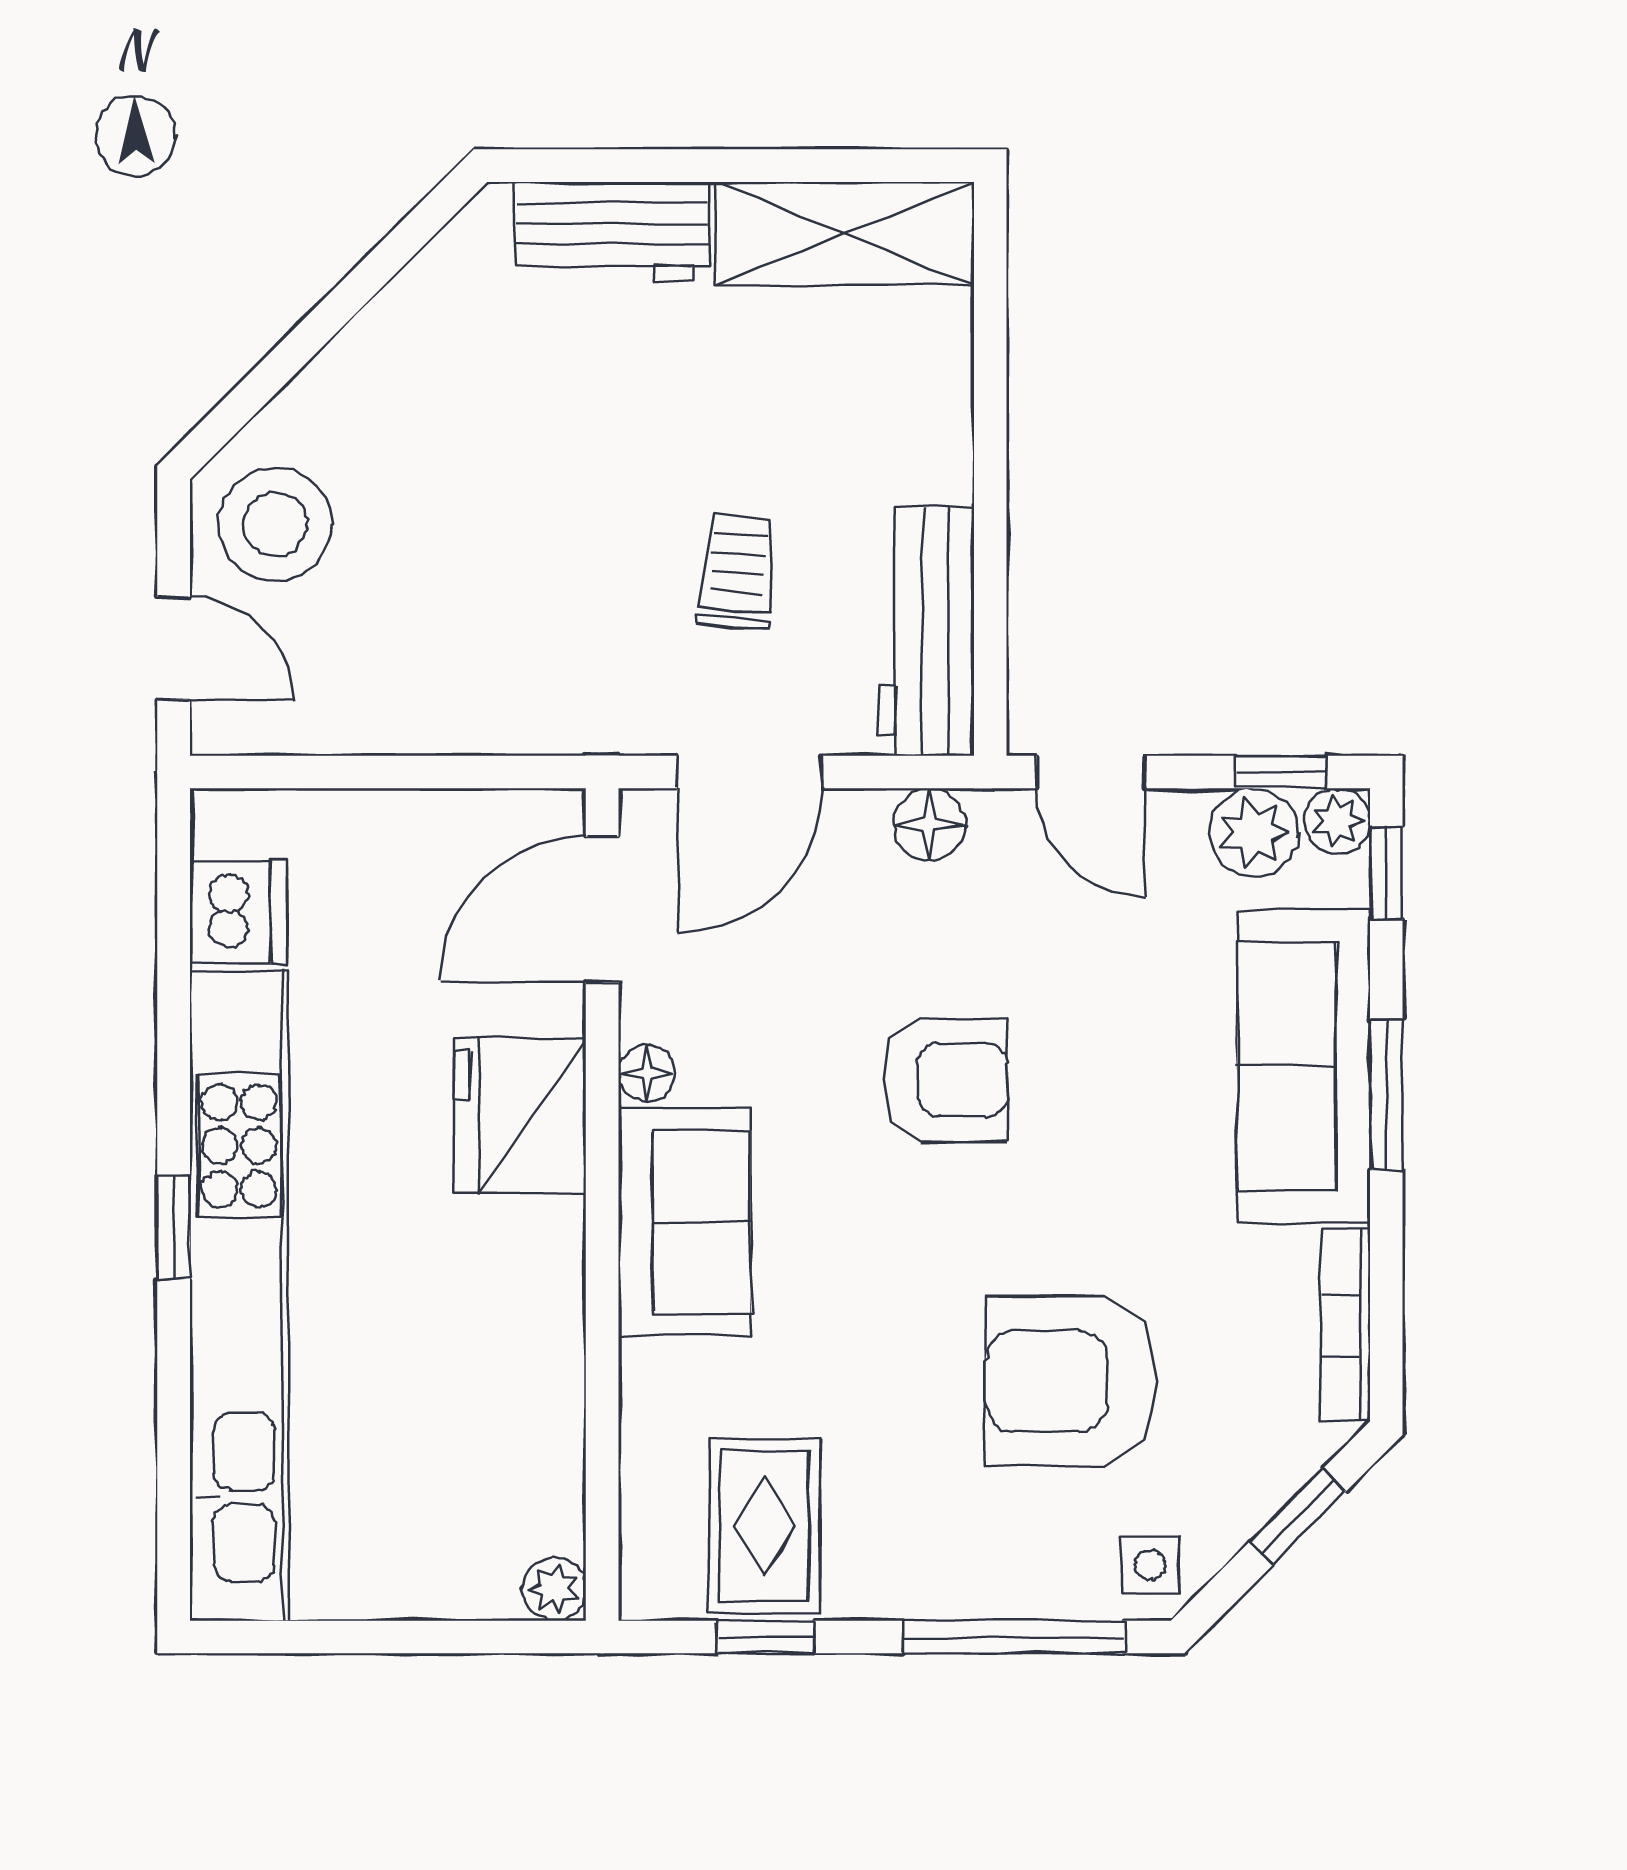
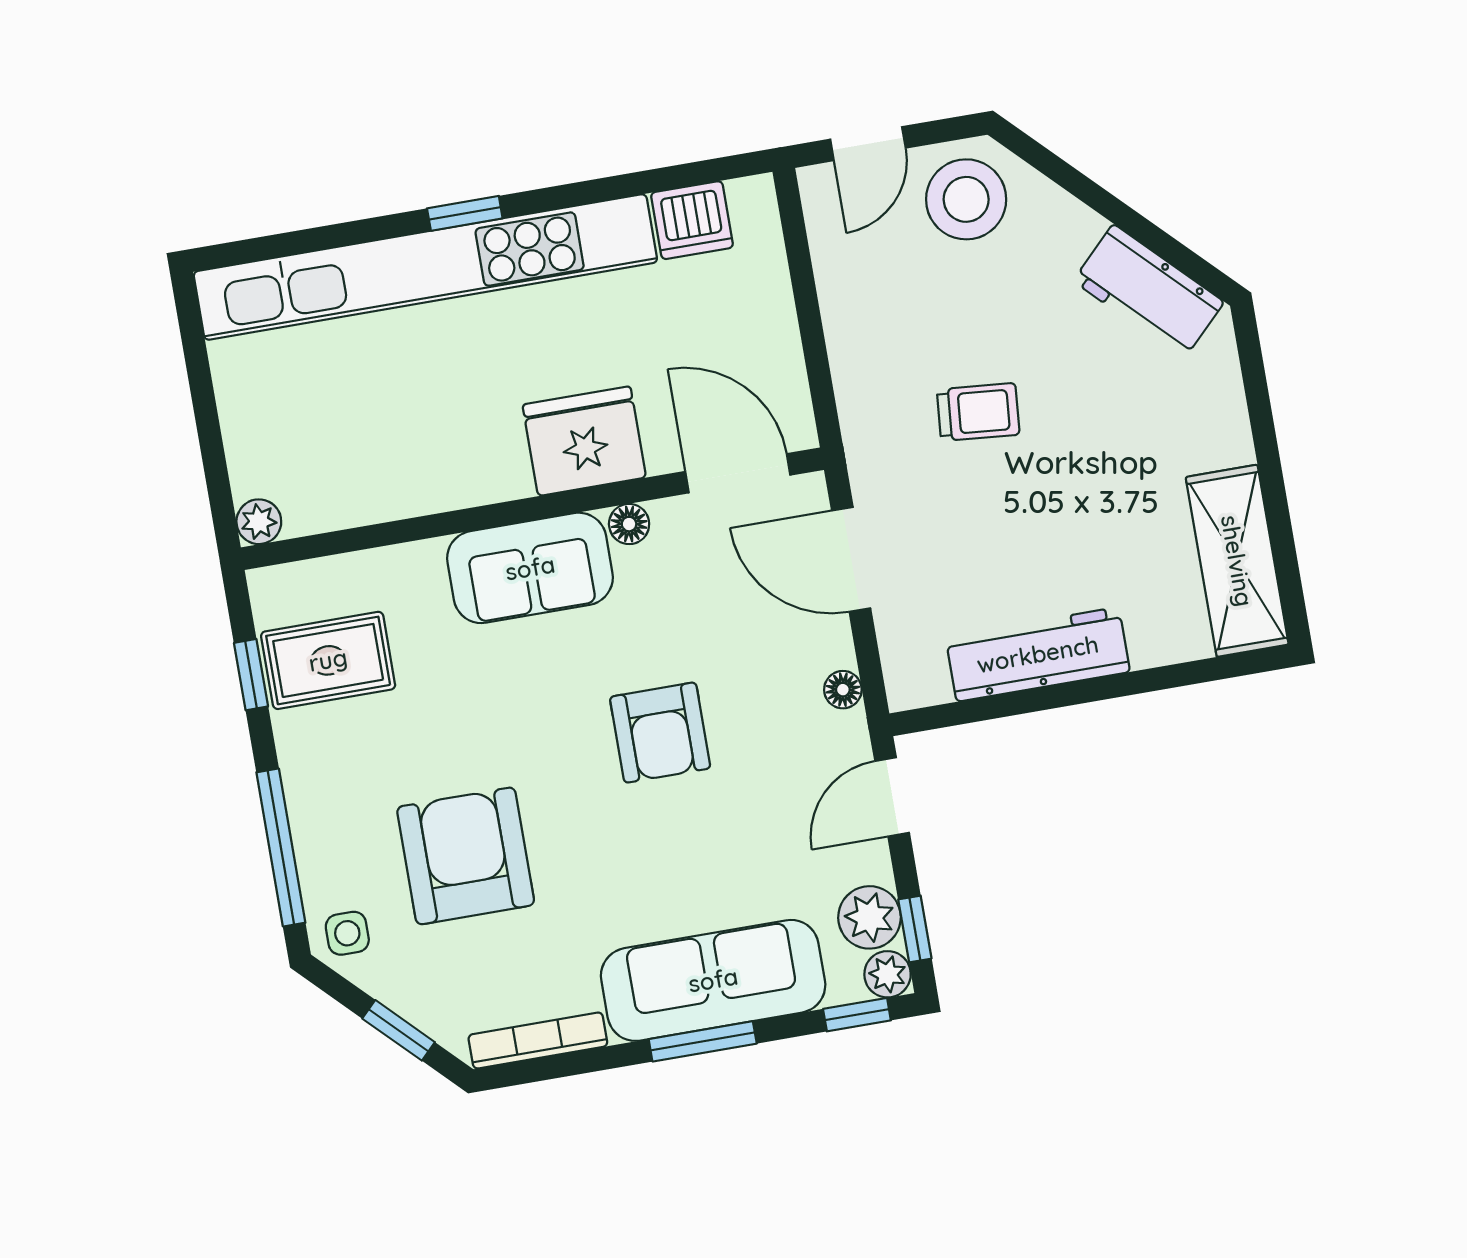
workbench: (612, 232) -> (1149, 291), moved, turned -45
trolley: (737, 571) -> (978, 412), moved
workbench: (927, 631) -> (1038, 654), moved
floor lamp: (929, 825) -> (843, 690), width x0.73, depth x0.73

